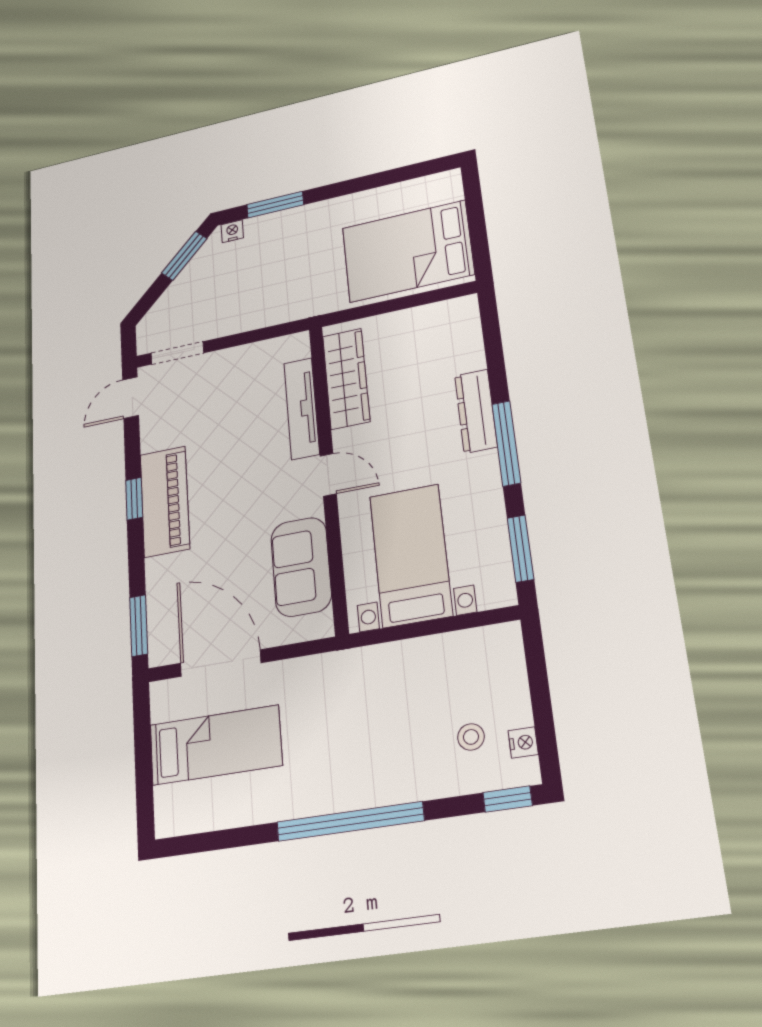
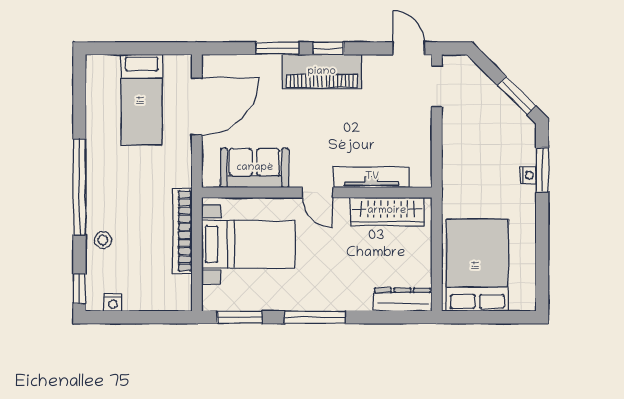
nightstand: (232, 231) -> (528, 175), moved
dresser: (476, 411) -> (402, 300), moved
door: (328, 475) -> (317, 192), hinge flipped
window: (139, 626) -> (277, 48), moved
bookcase: (401, 654) -> (182, 231), added
stool: (471, 737) -> (103, 240), moved

